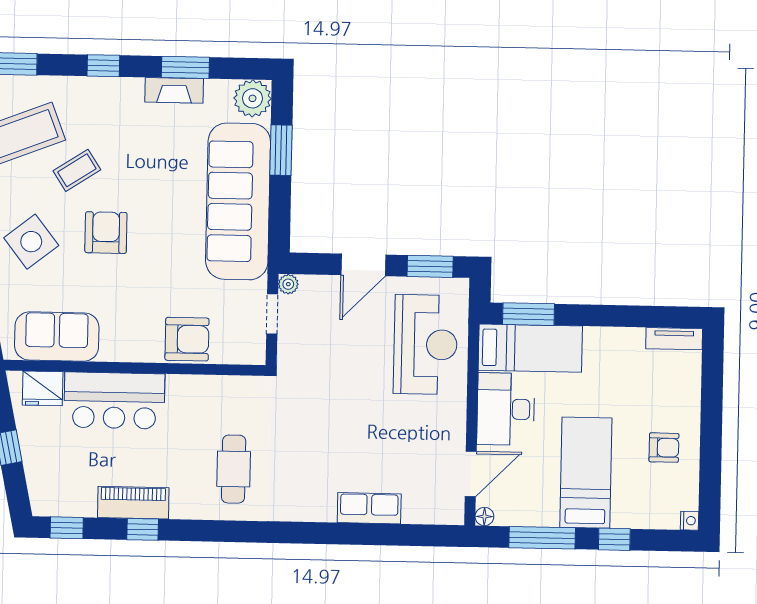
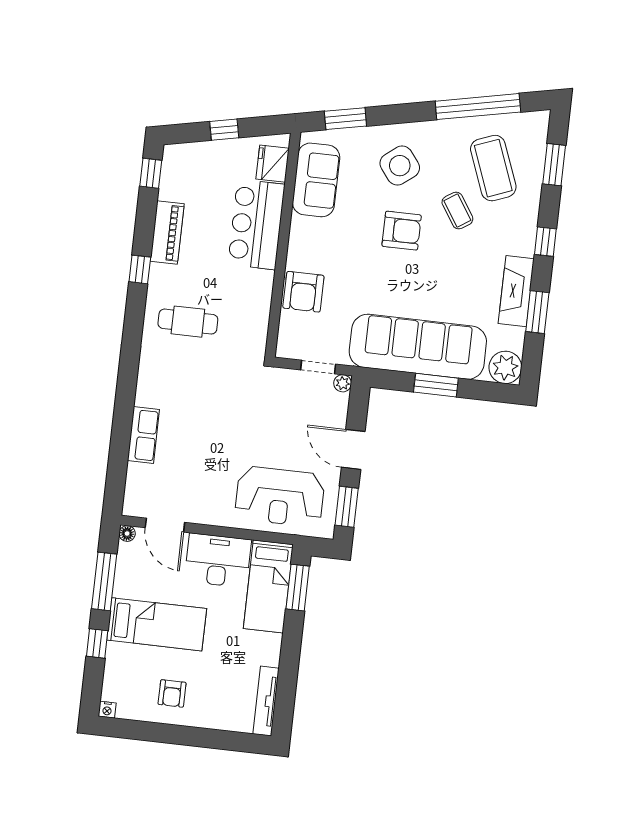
fireplace: (174, 90) -> (516, 291), width x1.37, depth x1.32
window: (281, 150) -> (436, 385), moved
tv unit: (674, 339) -> (266, 701), width x1.41
window: (143, 529) -> (140, 269), moved

